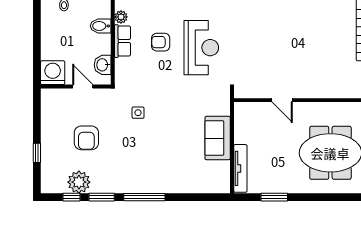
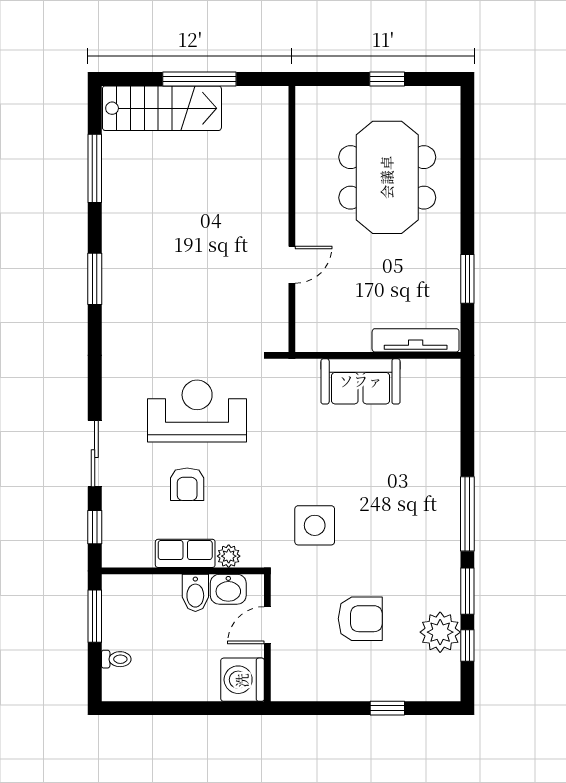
plant: (121, 17) -> (229, 556), moved
bidet: (101, 26) -> (195, 593), moved
side table: (138, 113) -> (315, 525), width x1.87, depth x1.87

